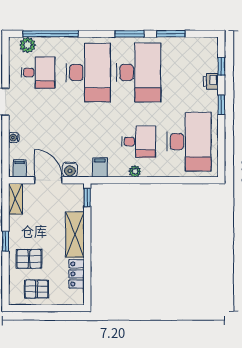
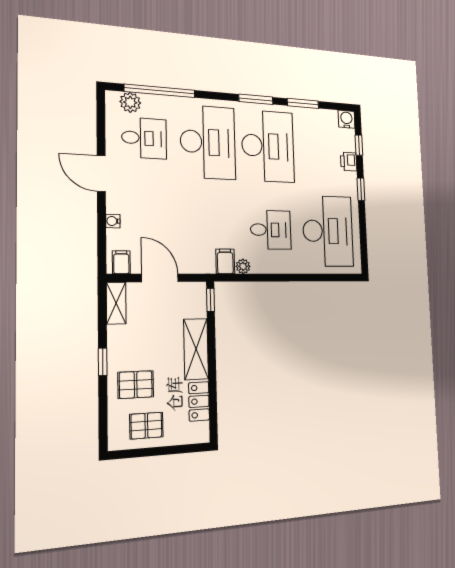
water cooler: (70, 170) -> (346, 119), moved, turned 180
plant: (135, 171) -> (243, 266), moved

